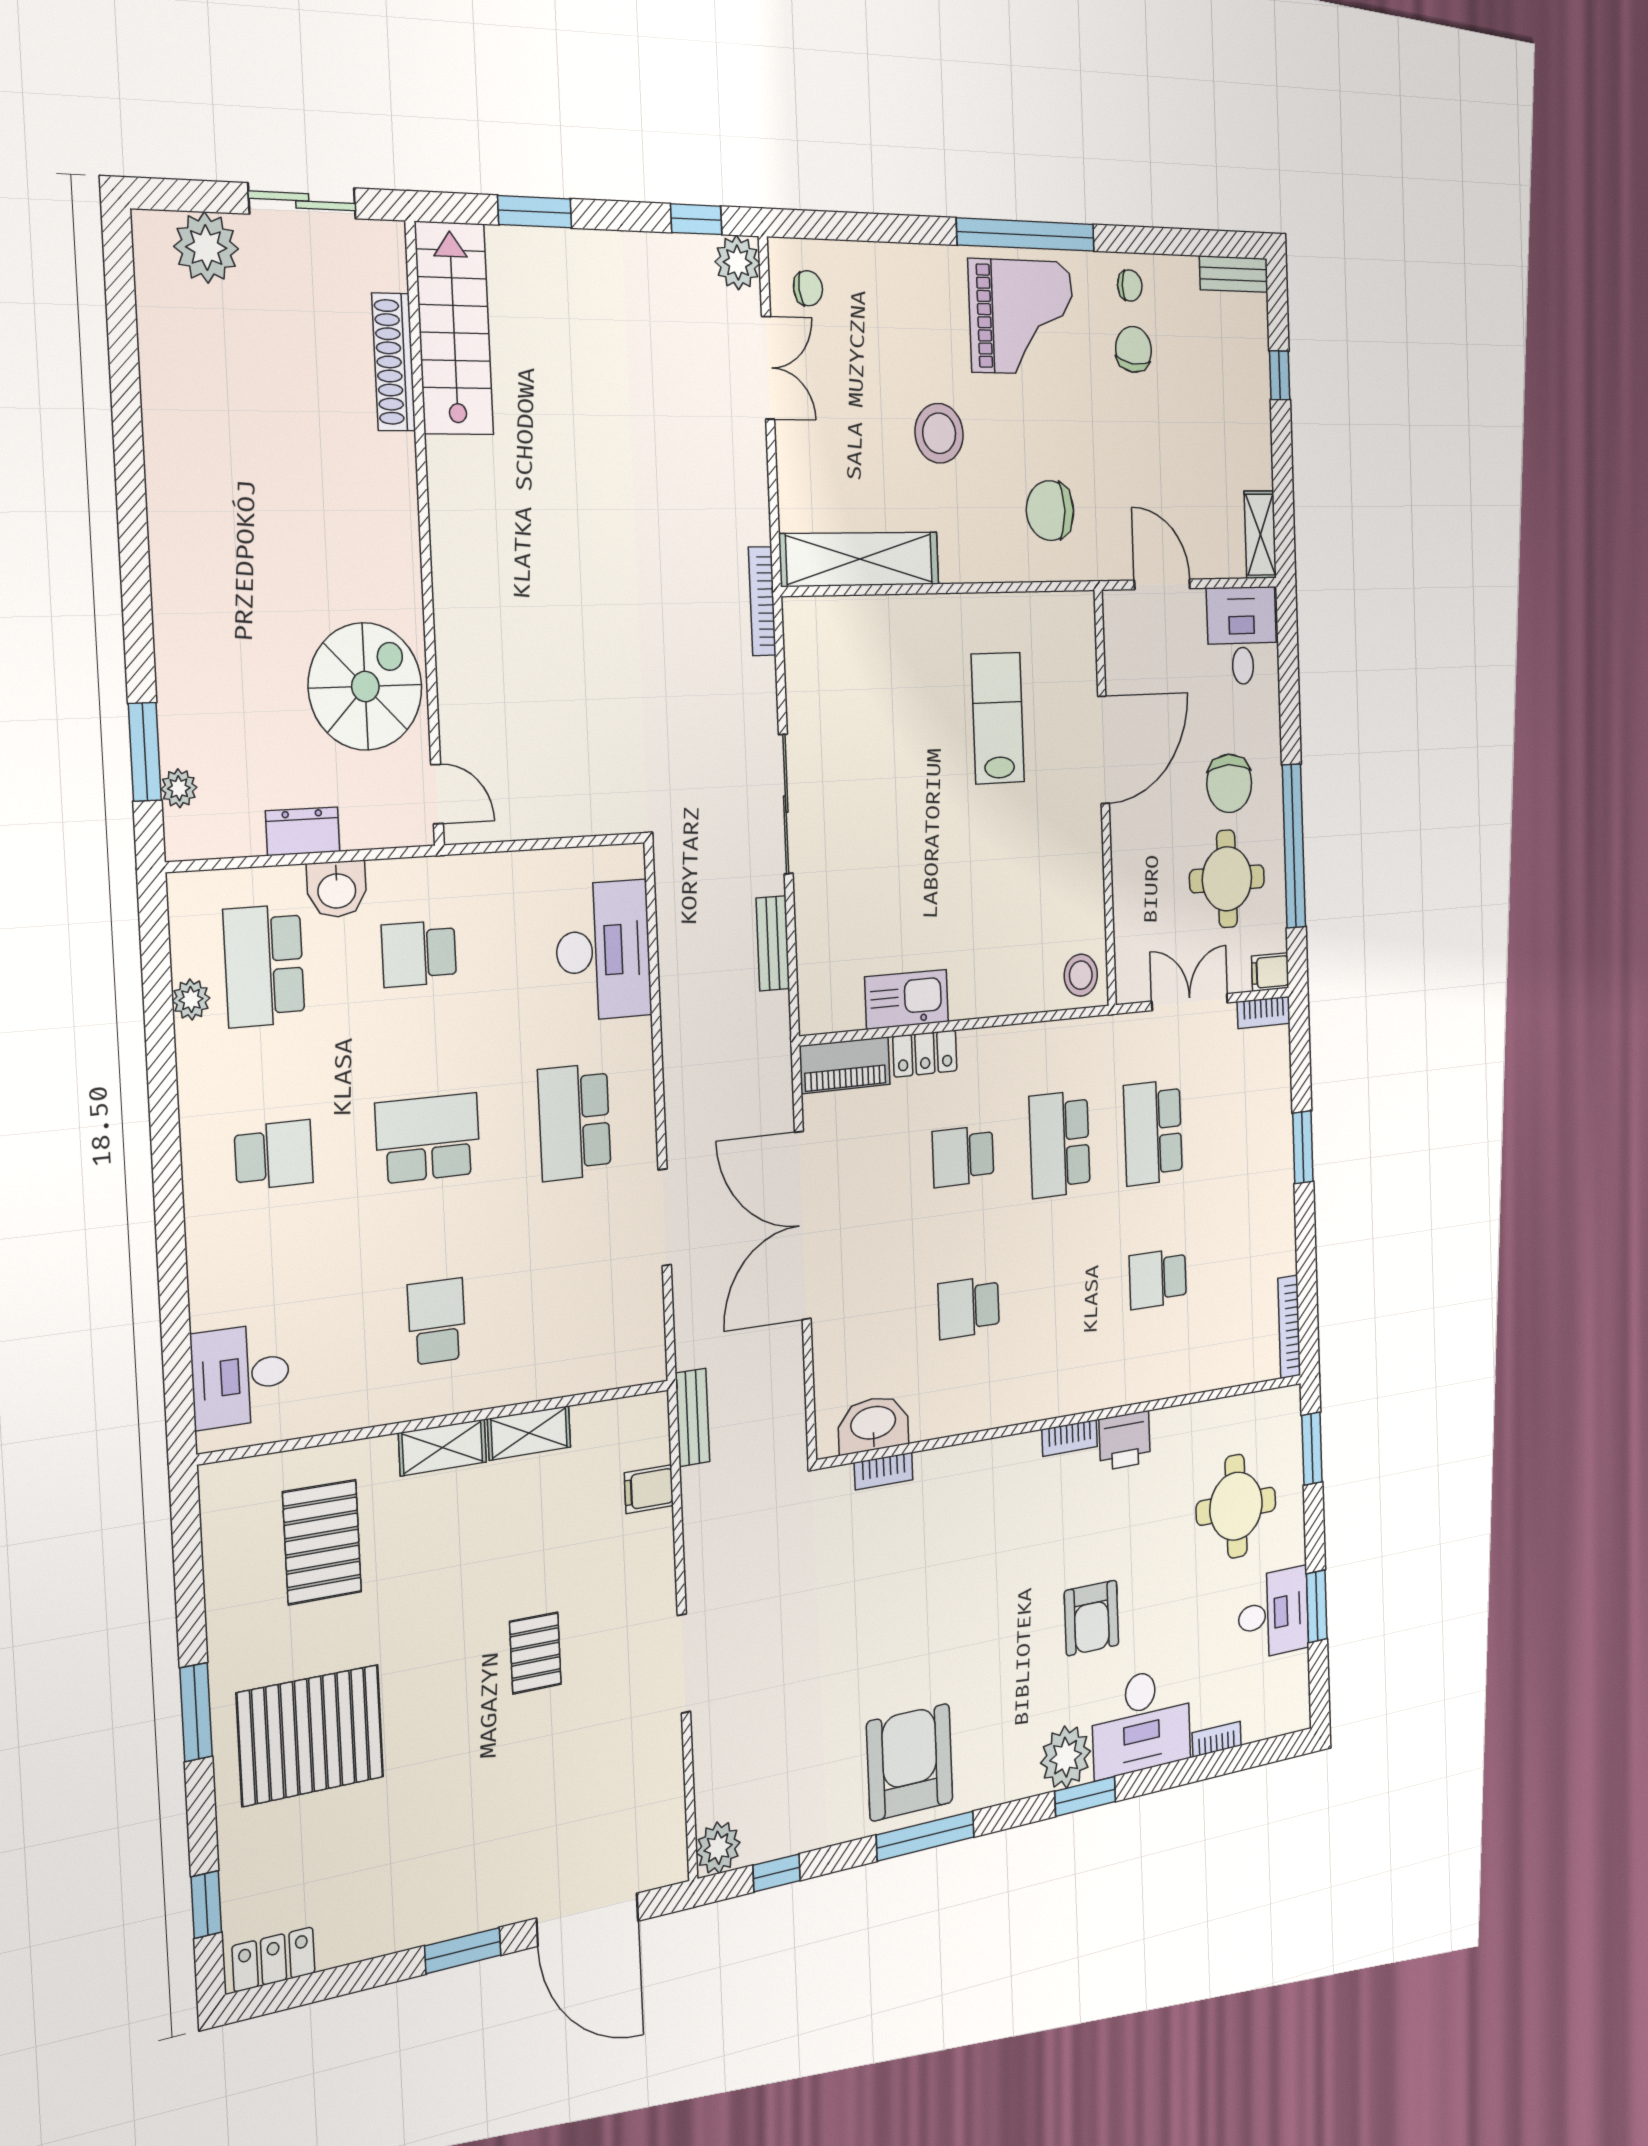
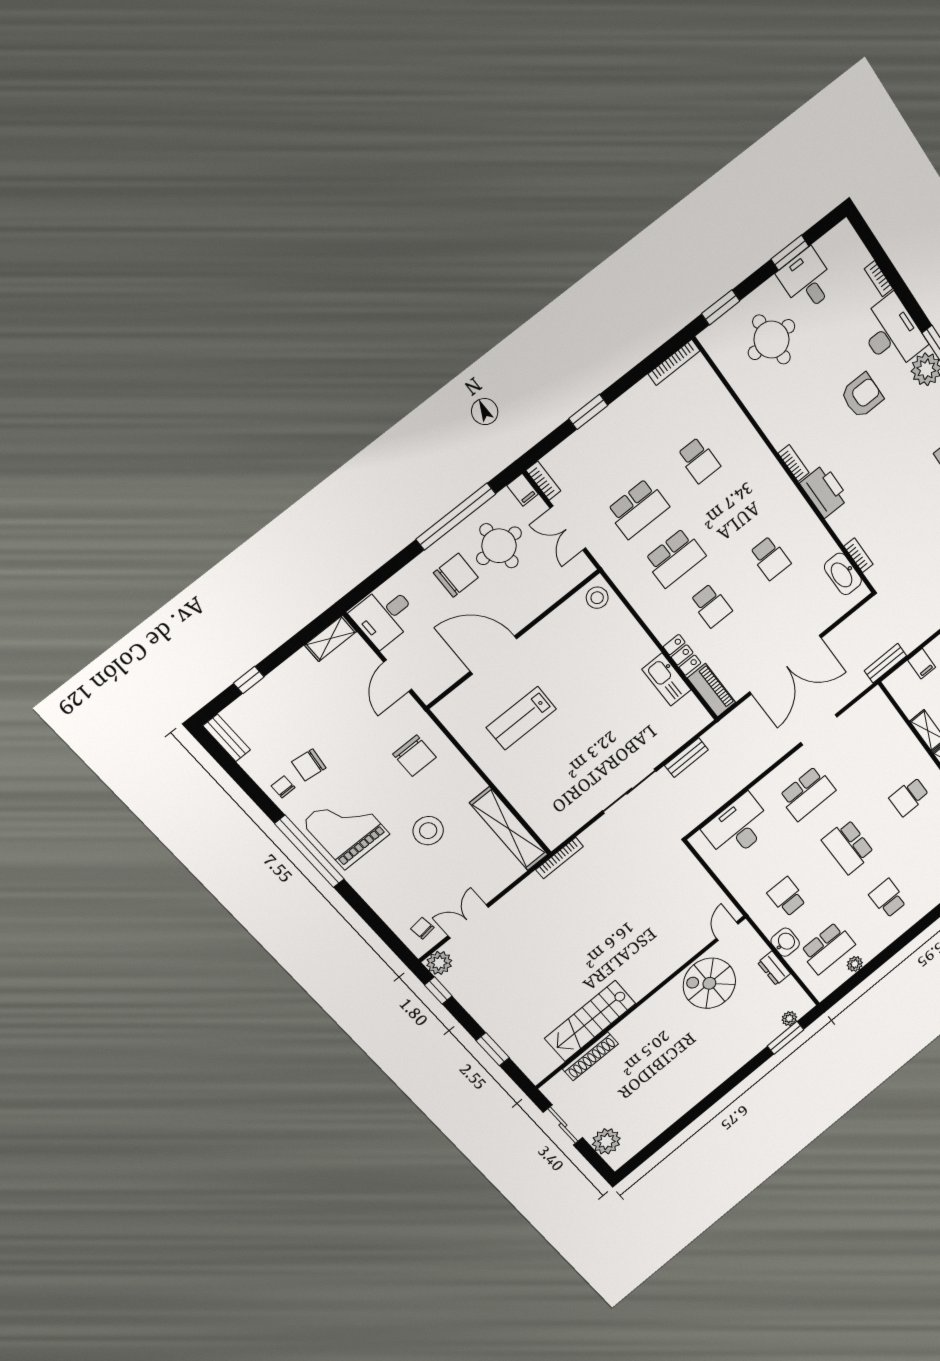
stairs: (454, 329) -> (590, 1021), moved
school desk: (419, 954) -> (787, 897), turned 180
printer: (1125, 1441) -> (824, 491), moved, width x1.37, depth x1.19

